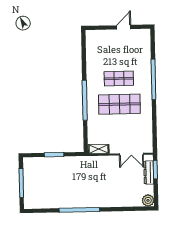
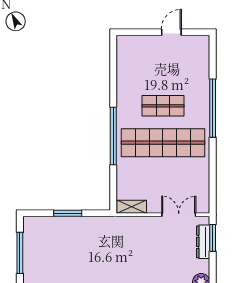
shop shelf: (119, 104) -> (163, 143), width x1.40
double door: (131, 154) -> (179, 215), swing flipped

